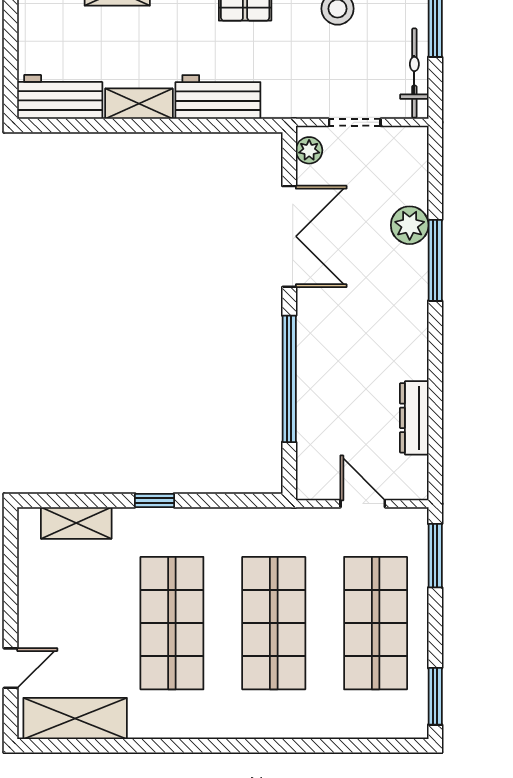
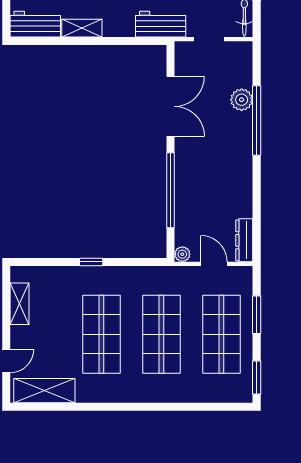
workbench: (218, 97) -> (161, 24), moved
plant: (309, 150) -> (182, 254), moved
window: (435, 260) -> (257, 120), width x1.46
dresser: (414, 418) -> (244, 240), moved
shelving: (76, 523) -> (20, 304), moved, turned 90
window: (435, 556) -> (257, 315), moved

